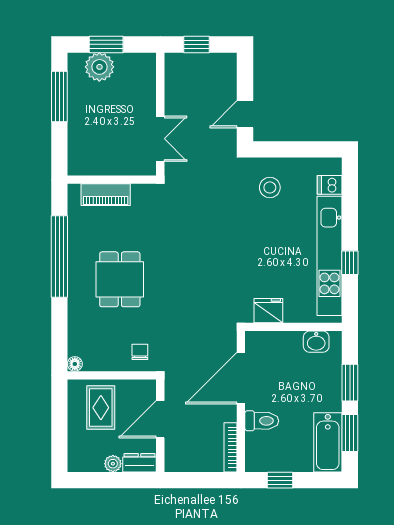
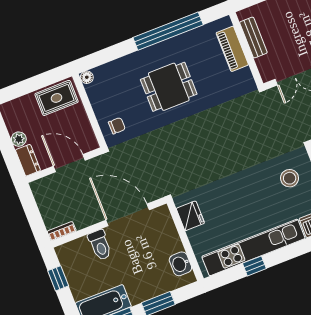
bench: (102, 167) -> (253, 38), added
rug: (101, 408) -> (57, 98), moved
bookcase: (231, 447) -> (62, 231), width x0.64

